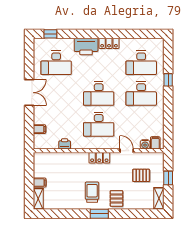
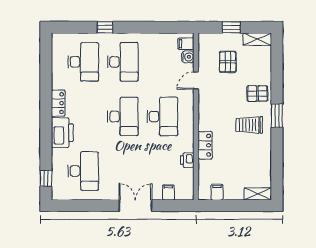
double door: (29, 93) -> (135, 206), moved
locker: (99, 158) -> (205, 145), moved
filing cabinet: (40, 183) -> (217, 192), moved

